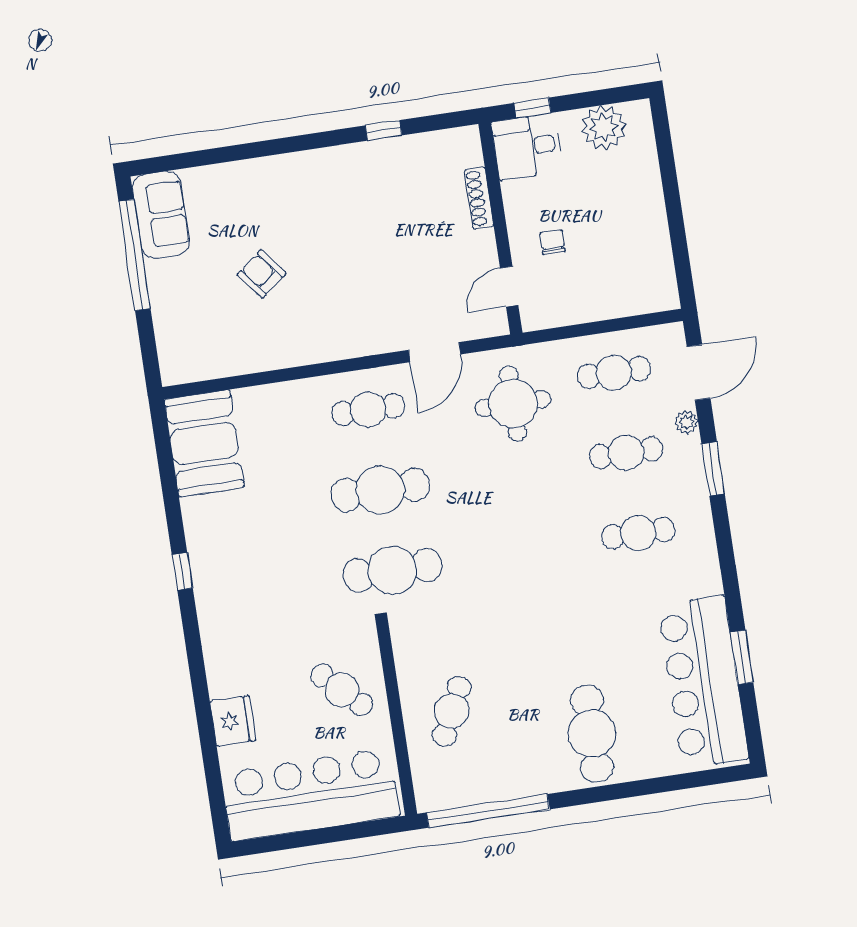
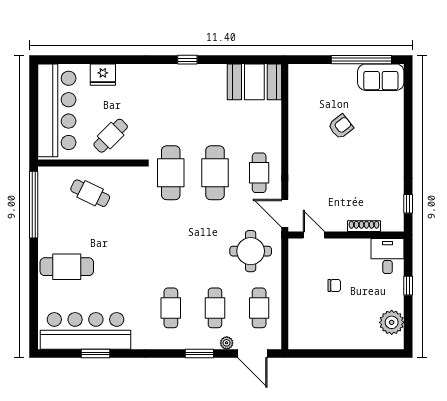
desk: (527, 147) -> (388, 256), moved
shoe rack: (479, 198) -> (364, 226), moved
wall: (500, 228) -> (346, 235), moved
door: (509, 287) -> (314, 235), moved

